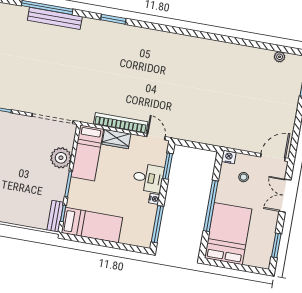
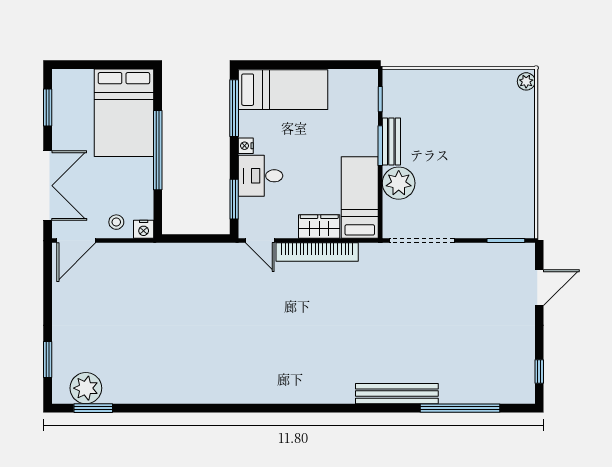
bench: (55, 18) -> (397, 394), moved
window: (113, 19) -> (93, 408), moved
plant: (280, 57) -> (86, 388), width x1.87, depth x1.87
stool: (244, 177) -> (116, 222), moved
double door: (285, 196) -> (48, 186), width x1.37
bench: (55, 216) -> (391, 141), moved
bed: (92, 225) -> (283, 90), moved, turned 180

